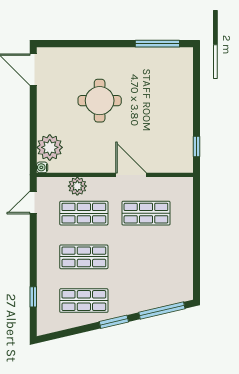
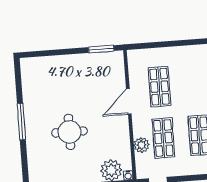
window: (157, 44) -> (21, 122), moved
window: (197, 146) -> (101, 49), width x1.50

